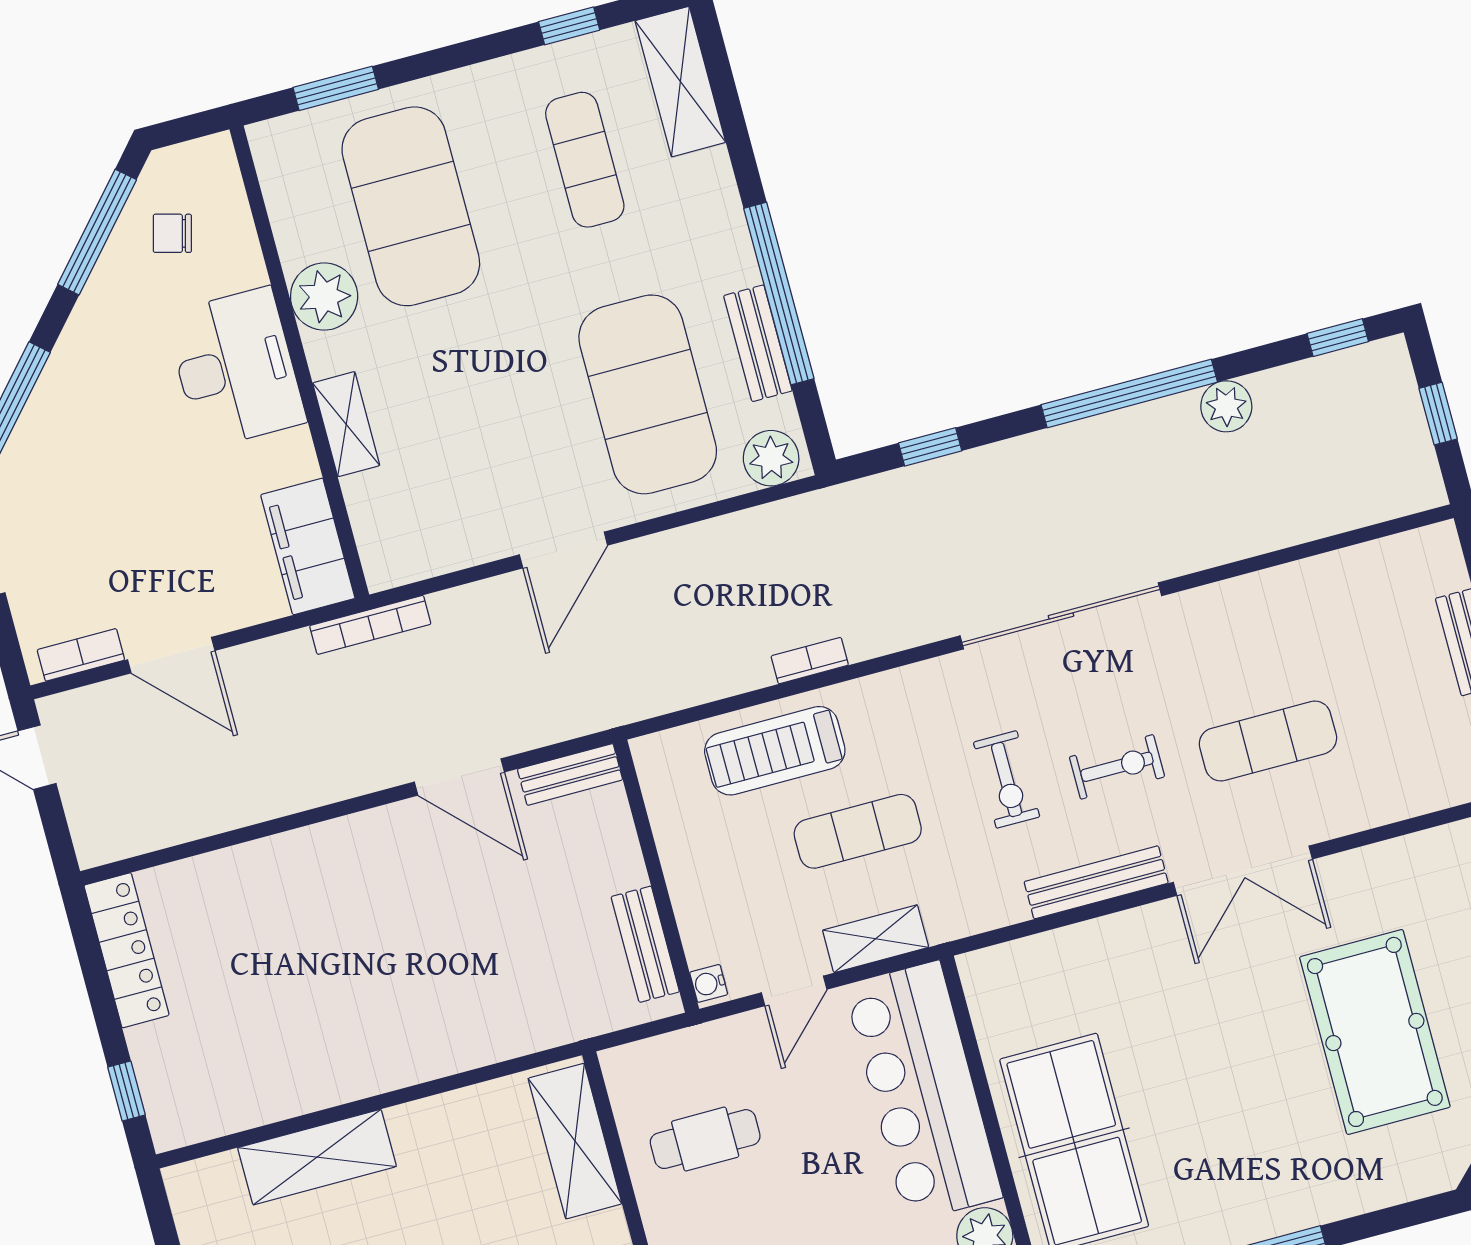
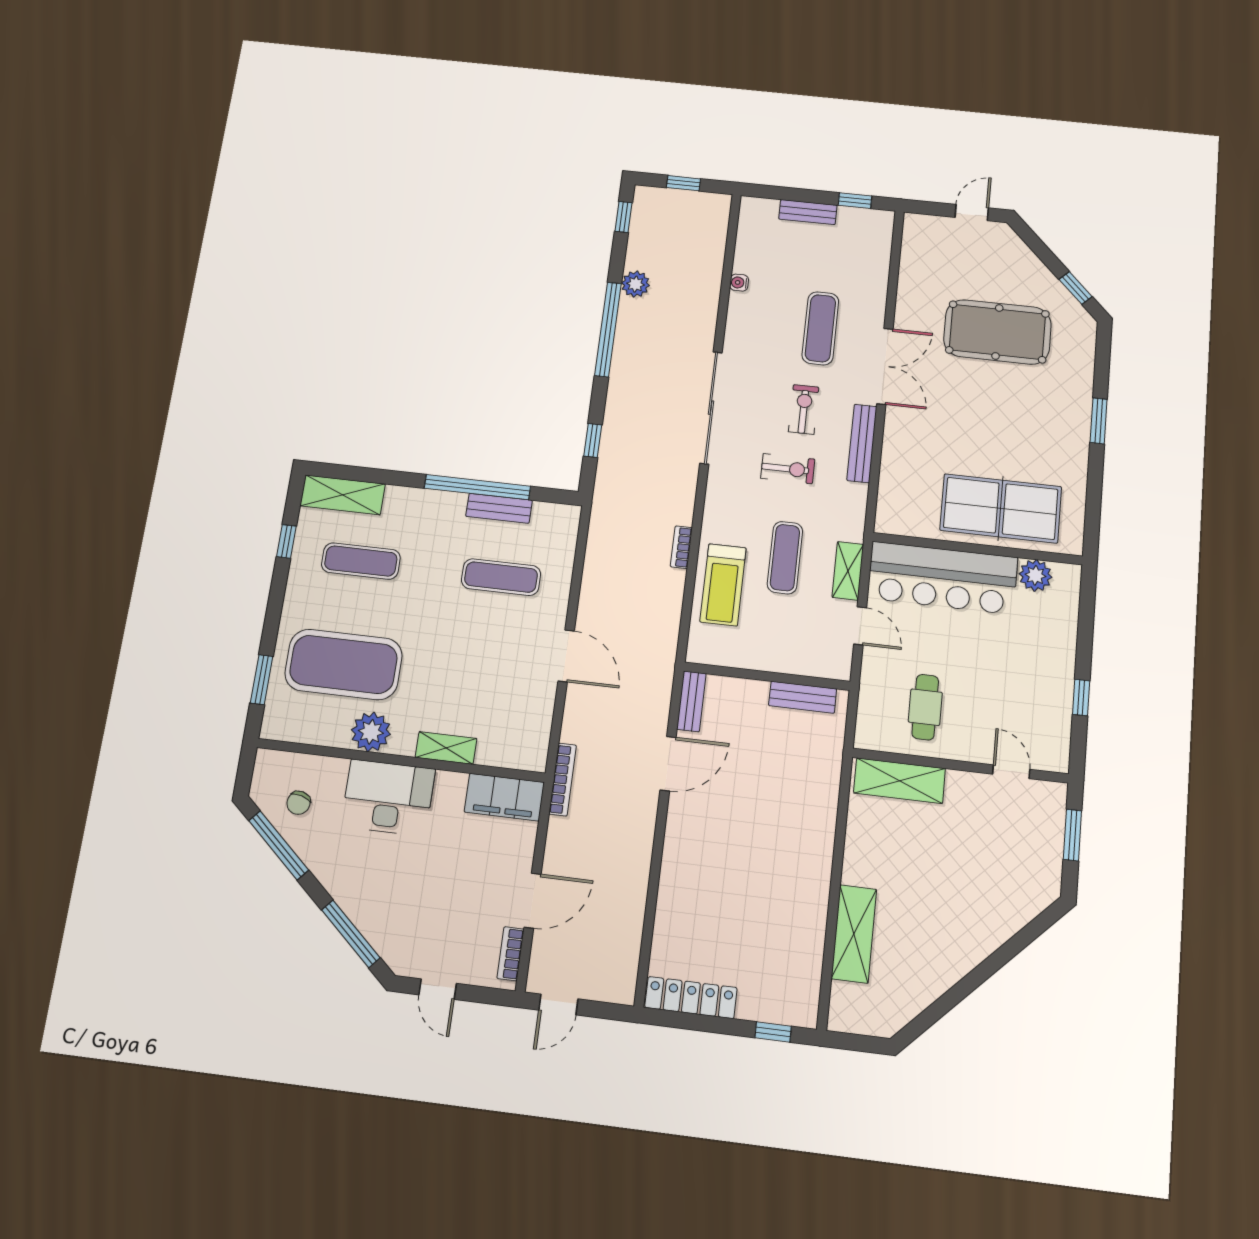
exercise mat: (648, 394) -> (501, 577), width x0.50, depth x0.69
plant: (771, 458) -> (563, 525), removed
water cooler: (709, 983) -> (739, 283), moved, turned 90

